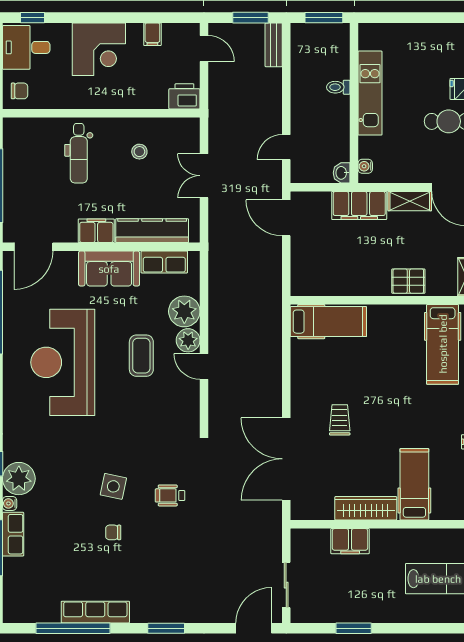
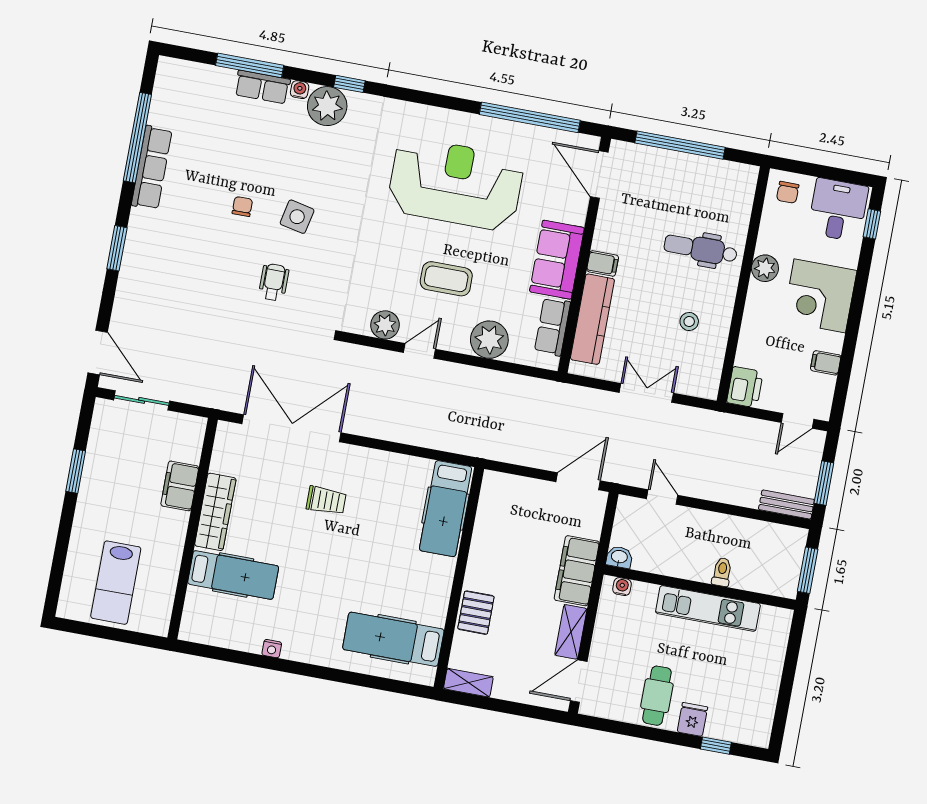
plant: (85, 98) -> (765, 268), added
filing cabinet: (96, 231) -> (603, 263), width x0.50
plant: (188, 340) -> (385, 325), moved

